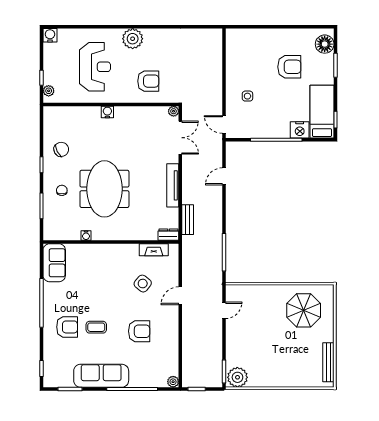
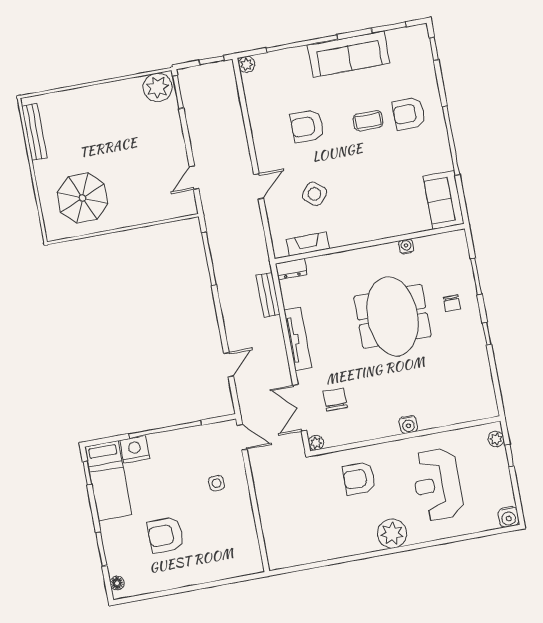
floor lamp: (325, 44) -> (117, 583), width x0.53, depth x0.53
chair: (61, 149) -> (335, 400), moved, turned 118

